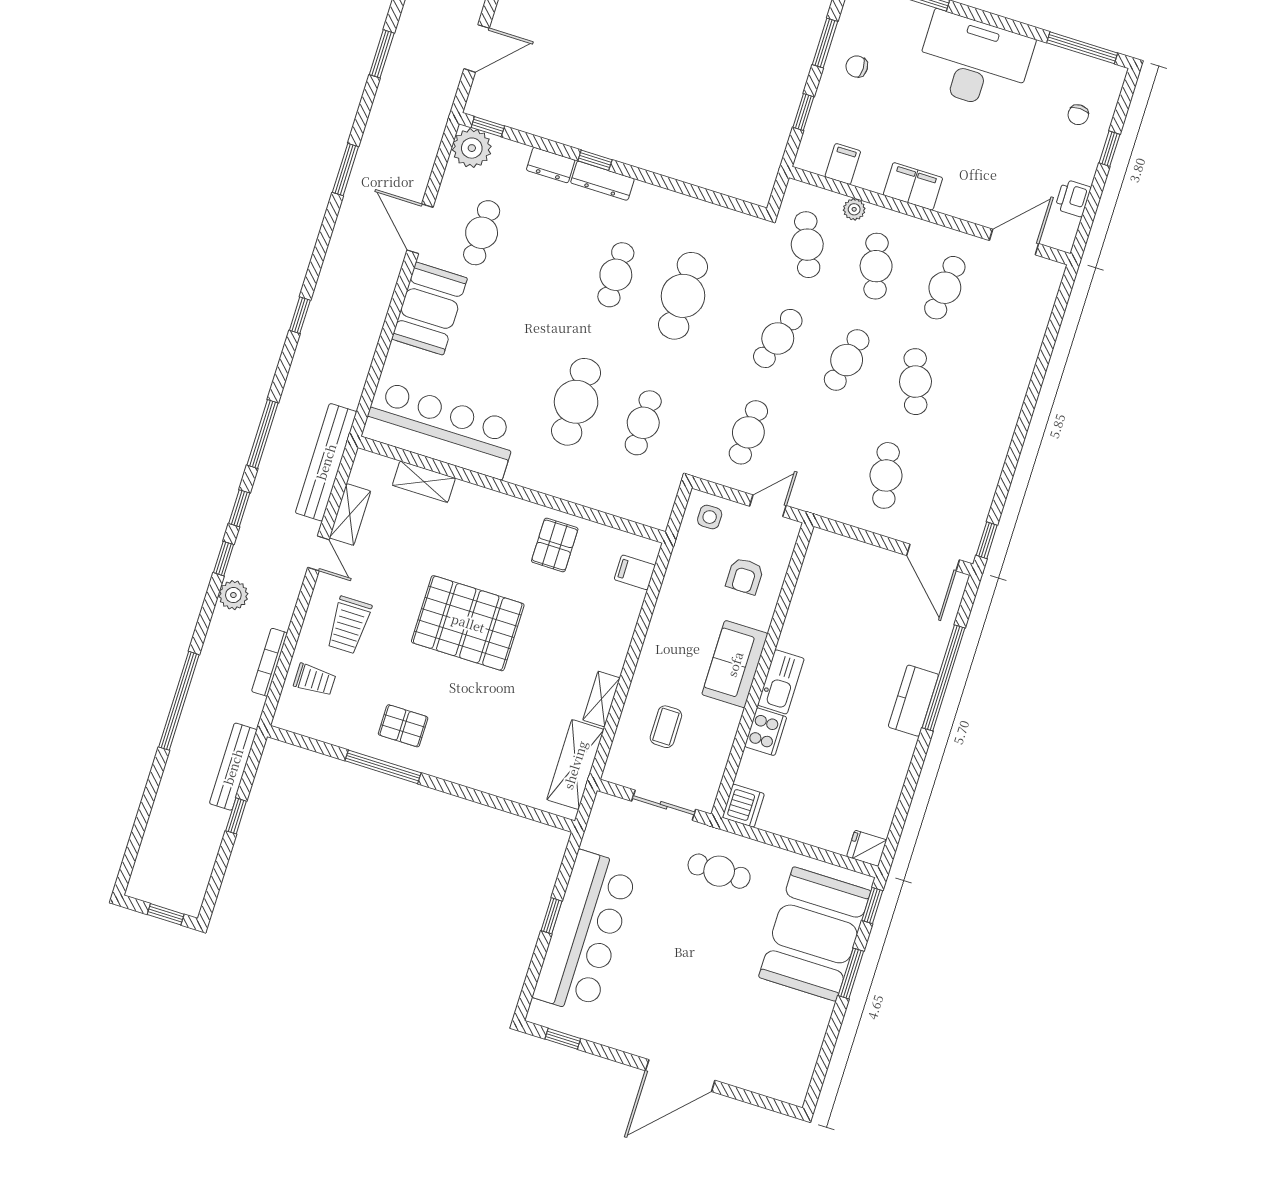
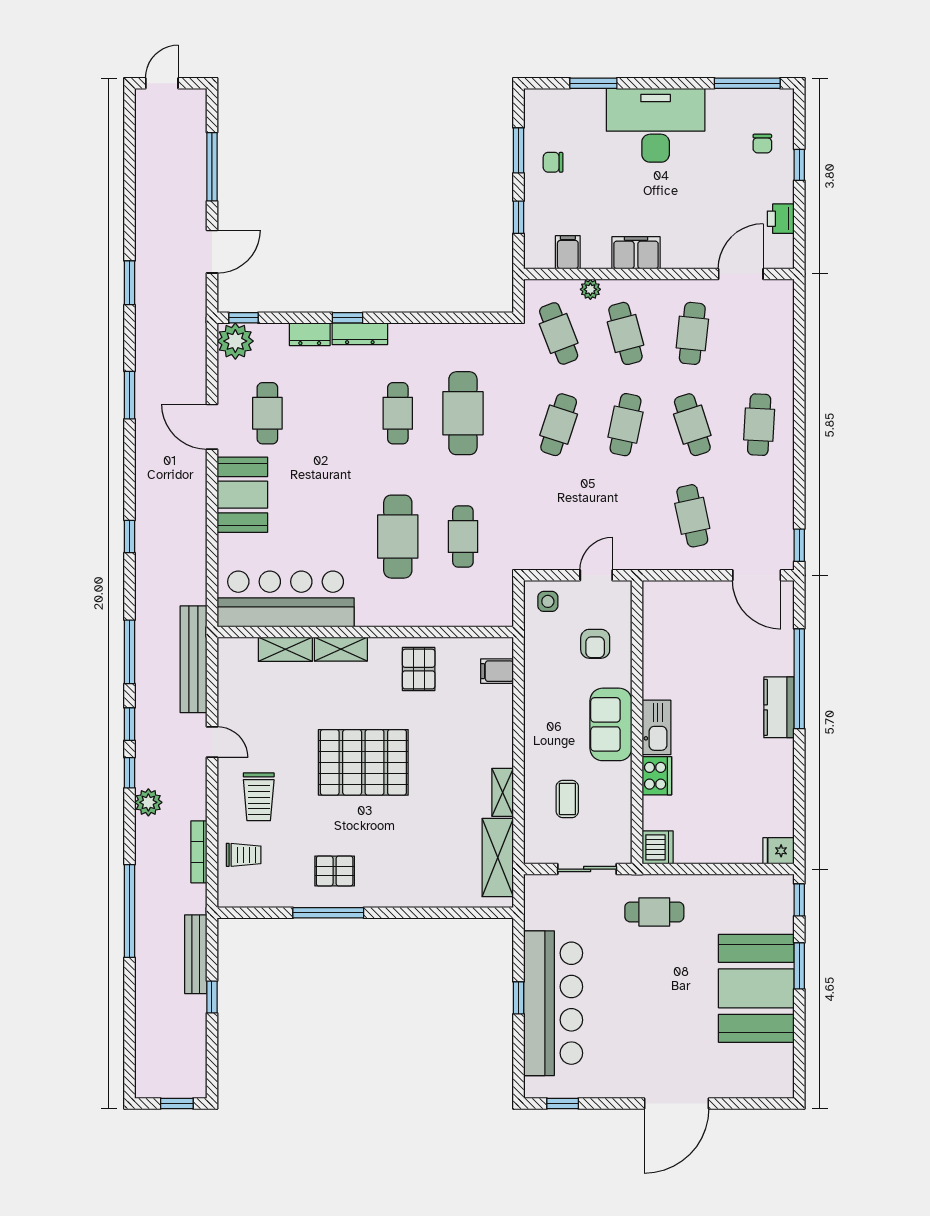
cafe table: (748, 432) -> (759, 425), moved
shelving: (350, 514) -> (341, 649), moved, turned 90
booth: (815, 934) -> (756, 988), moved

